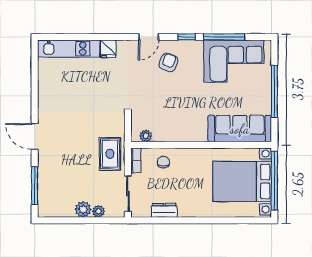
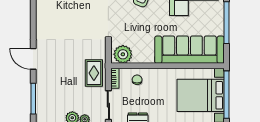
sofa: (240, 129) -> (189, 50), width x1.36, depth x1.27
plant: (146, 136) -> (123, 54), width x1.88, depth x1.88

